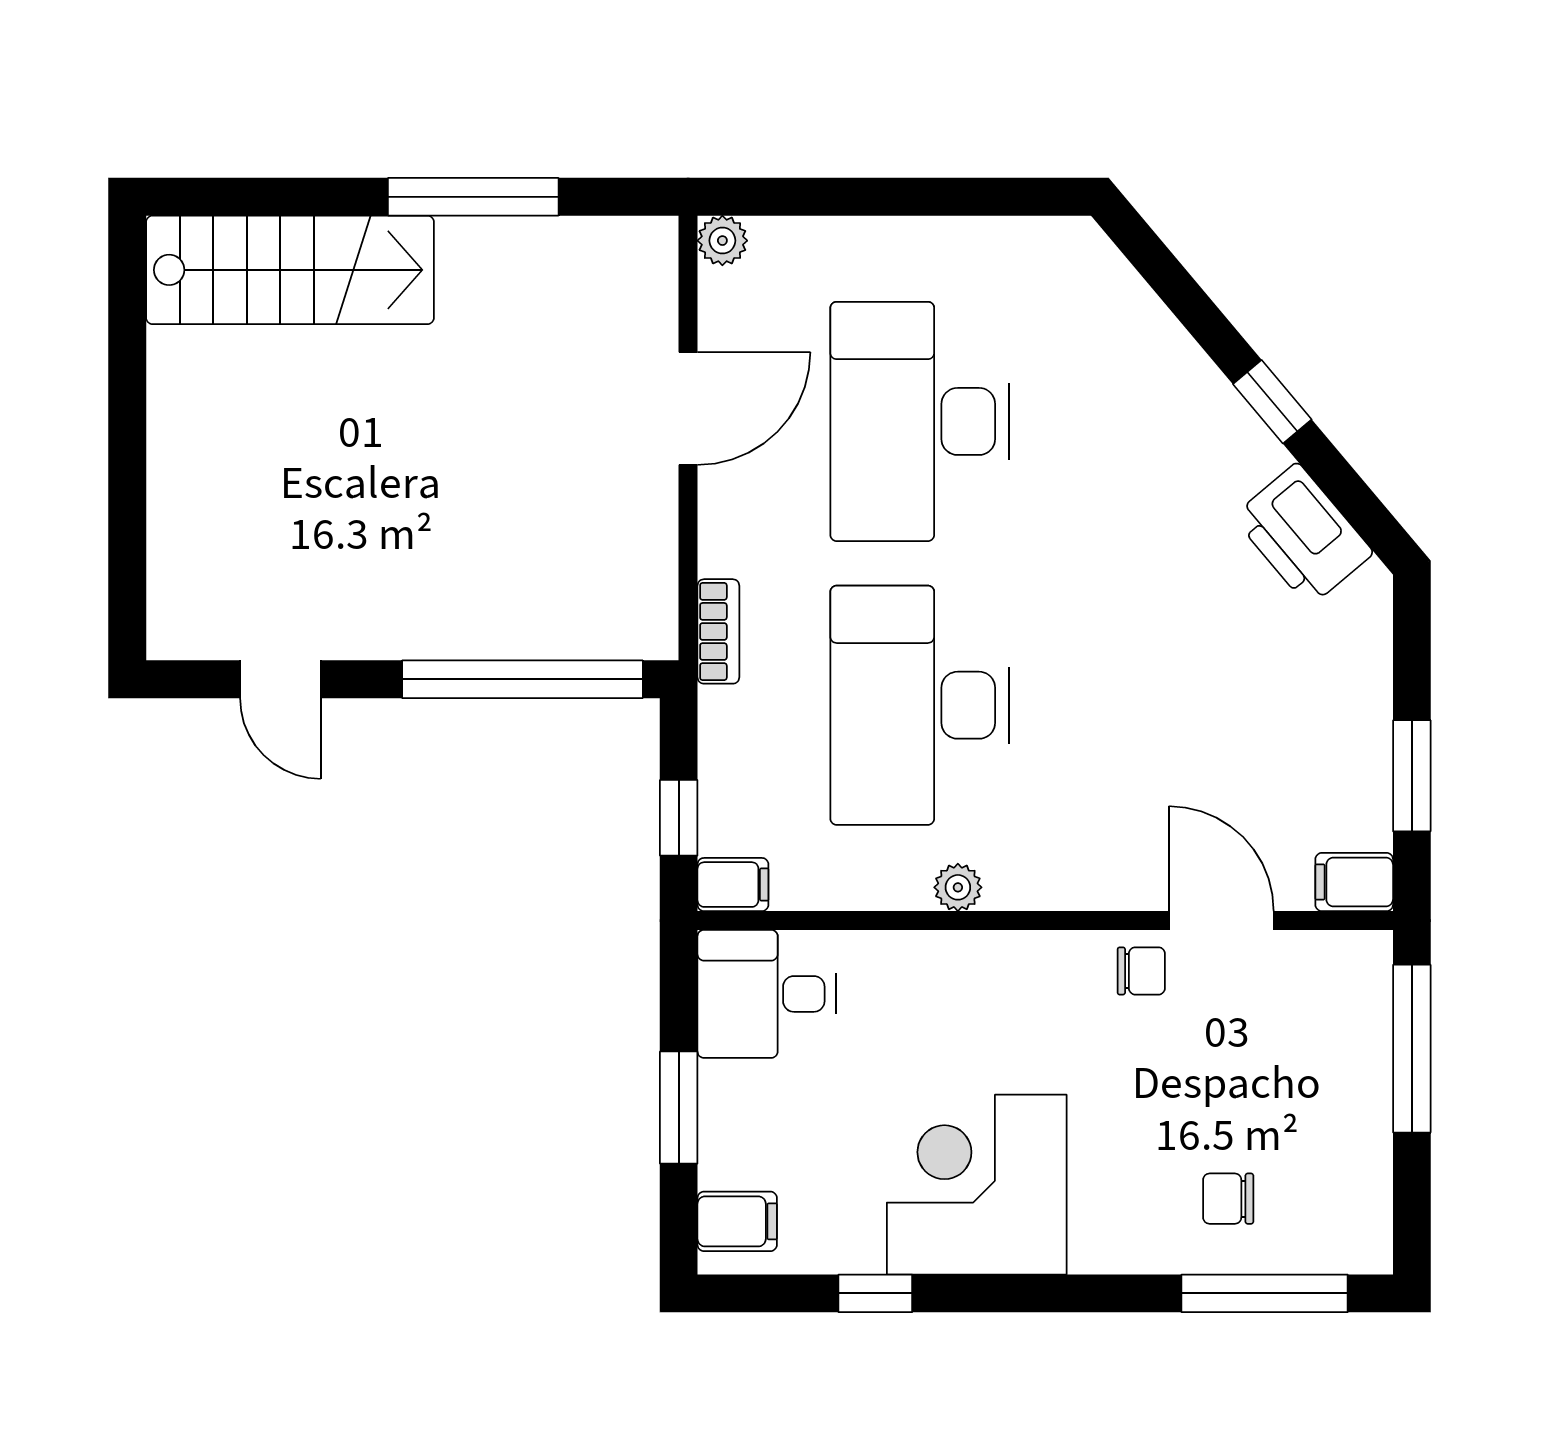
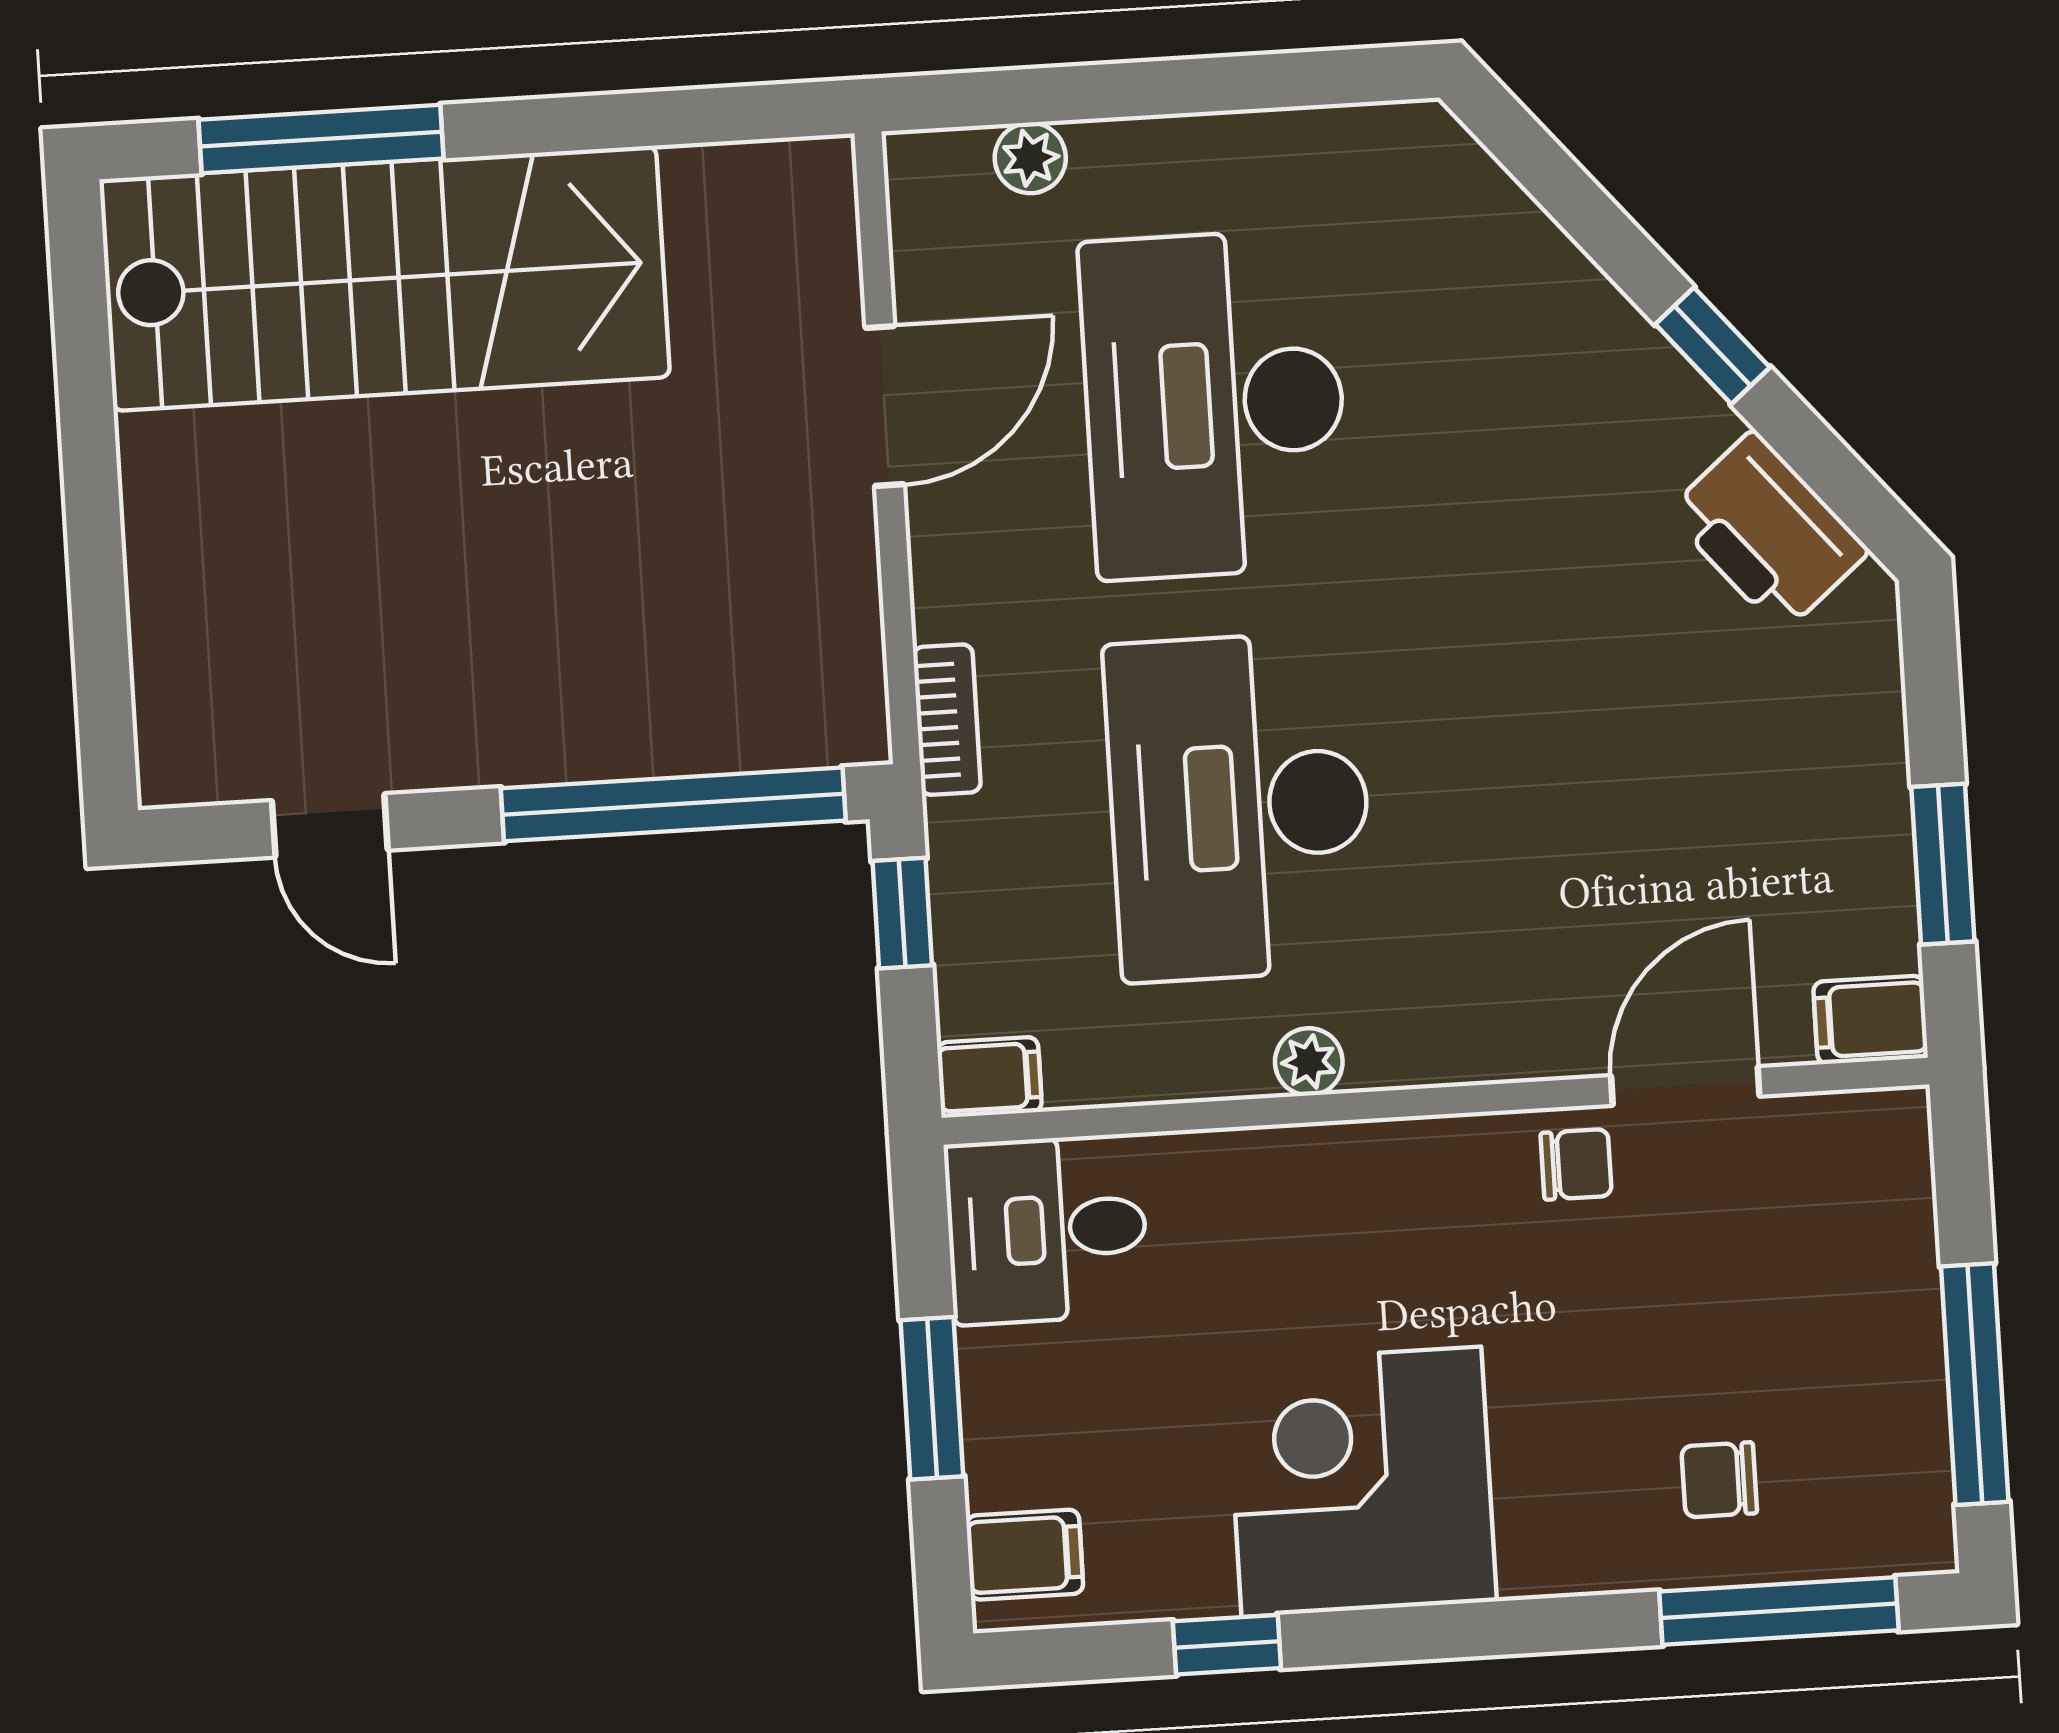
window: (473, 197) -> (321, 139), moved
plant: (722, 241) -> (1030, 158), moved
stairs: (290, 270) -> (385, 278), width x1.36, depth x1.51
window: (679, 818) -> (902, 913), moved
door: (1221, 921) -> (1685, 1086), hinge flipped
window: (1412, 1049) -> (1975, 1384), moved

